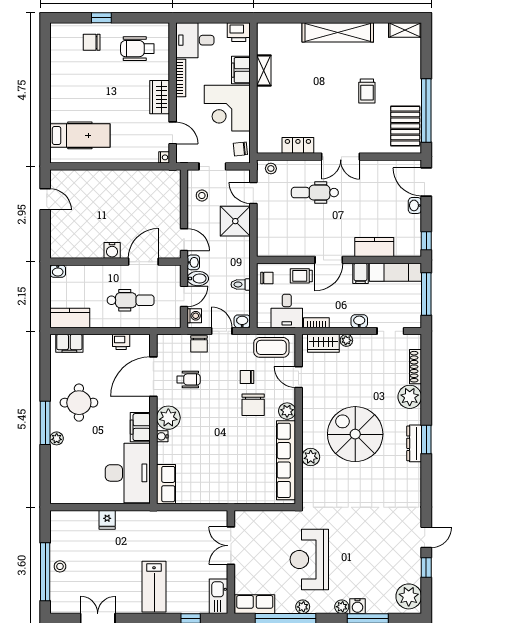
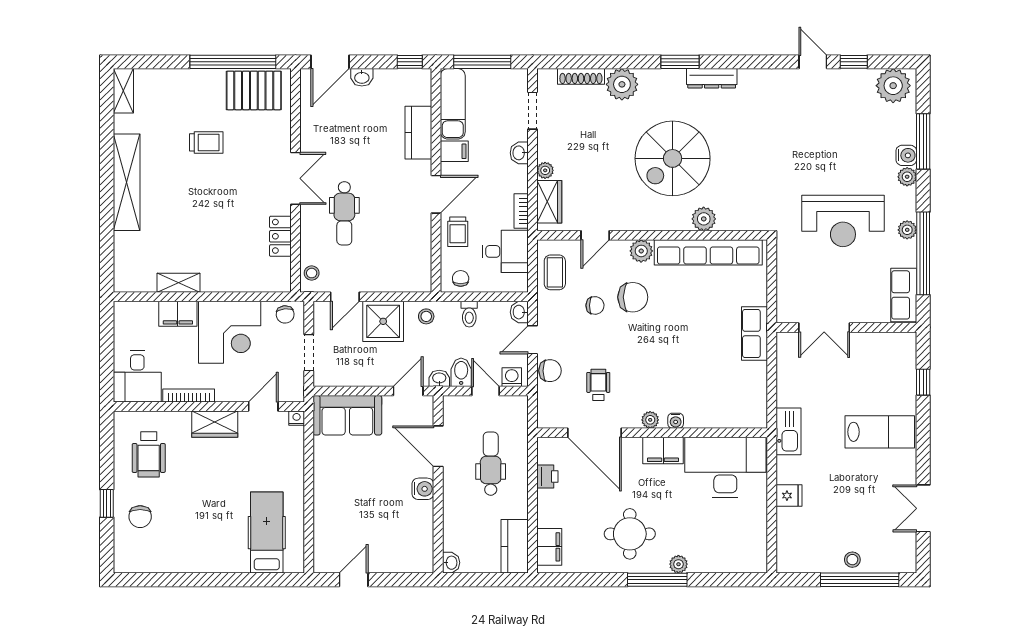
printer: (239, 32) -> (126, 317), removed
sofa: (166, 195) -> (347, 415), added
stool: (202, 196) -> (426, 316), moved
door: (329, 260) -> (436, 194), hinge flipped
coffee table: (271, 347) -> (555, 272), width x0.73, depth x0.77
chair: (247, 377) -> (595, 305), turned -89
plant: (168, 418) -> (650, 420), width x0.53, depth x0.53
dresser: (414, 443) -> (712, 78), moved
row of seats: (166, 484) -> (754, 334), moved, turned -90
kitchen sink: (218, 596) -> (788, 431), moved, turned -90

